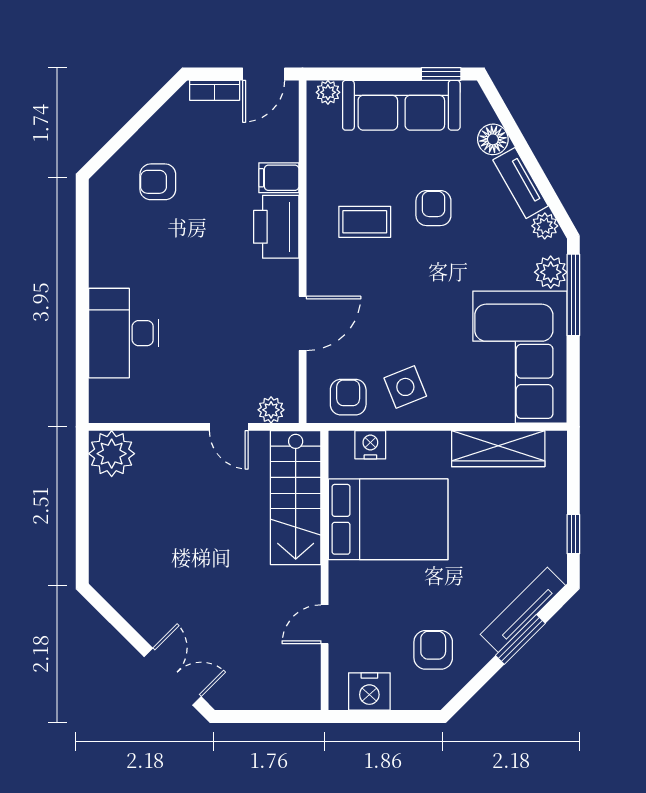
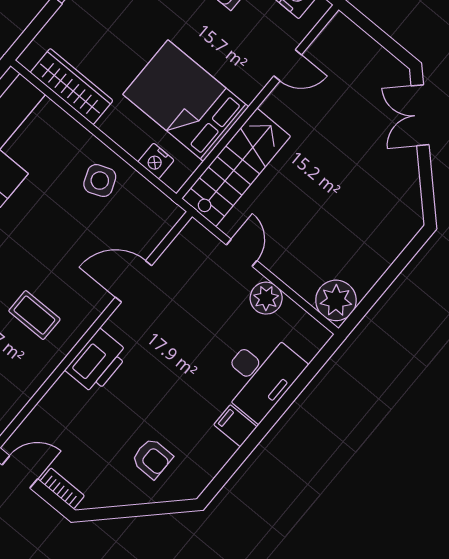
filing cabinet: (279, 178) -> (235, 426), moved, turned 180
armchair: (348, 397) -> (144, 206), removed
plant: (271, 410) -> (266, 298), moved, width x1.38, depth x1.38

